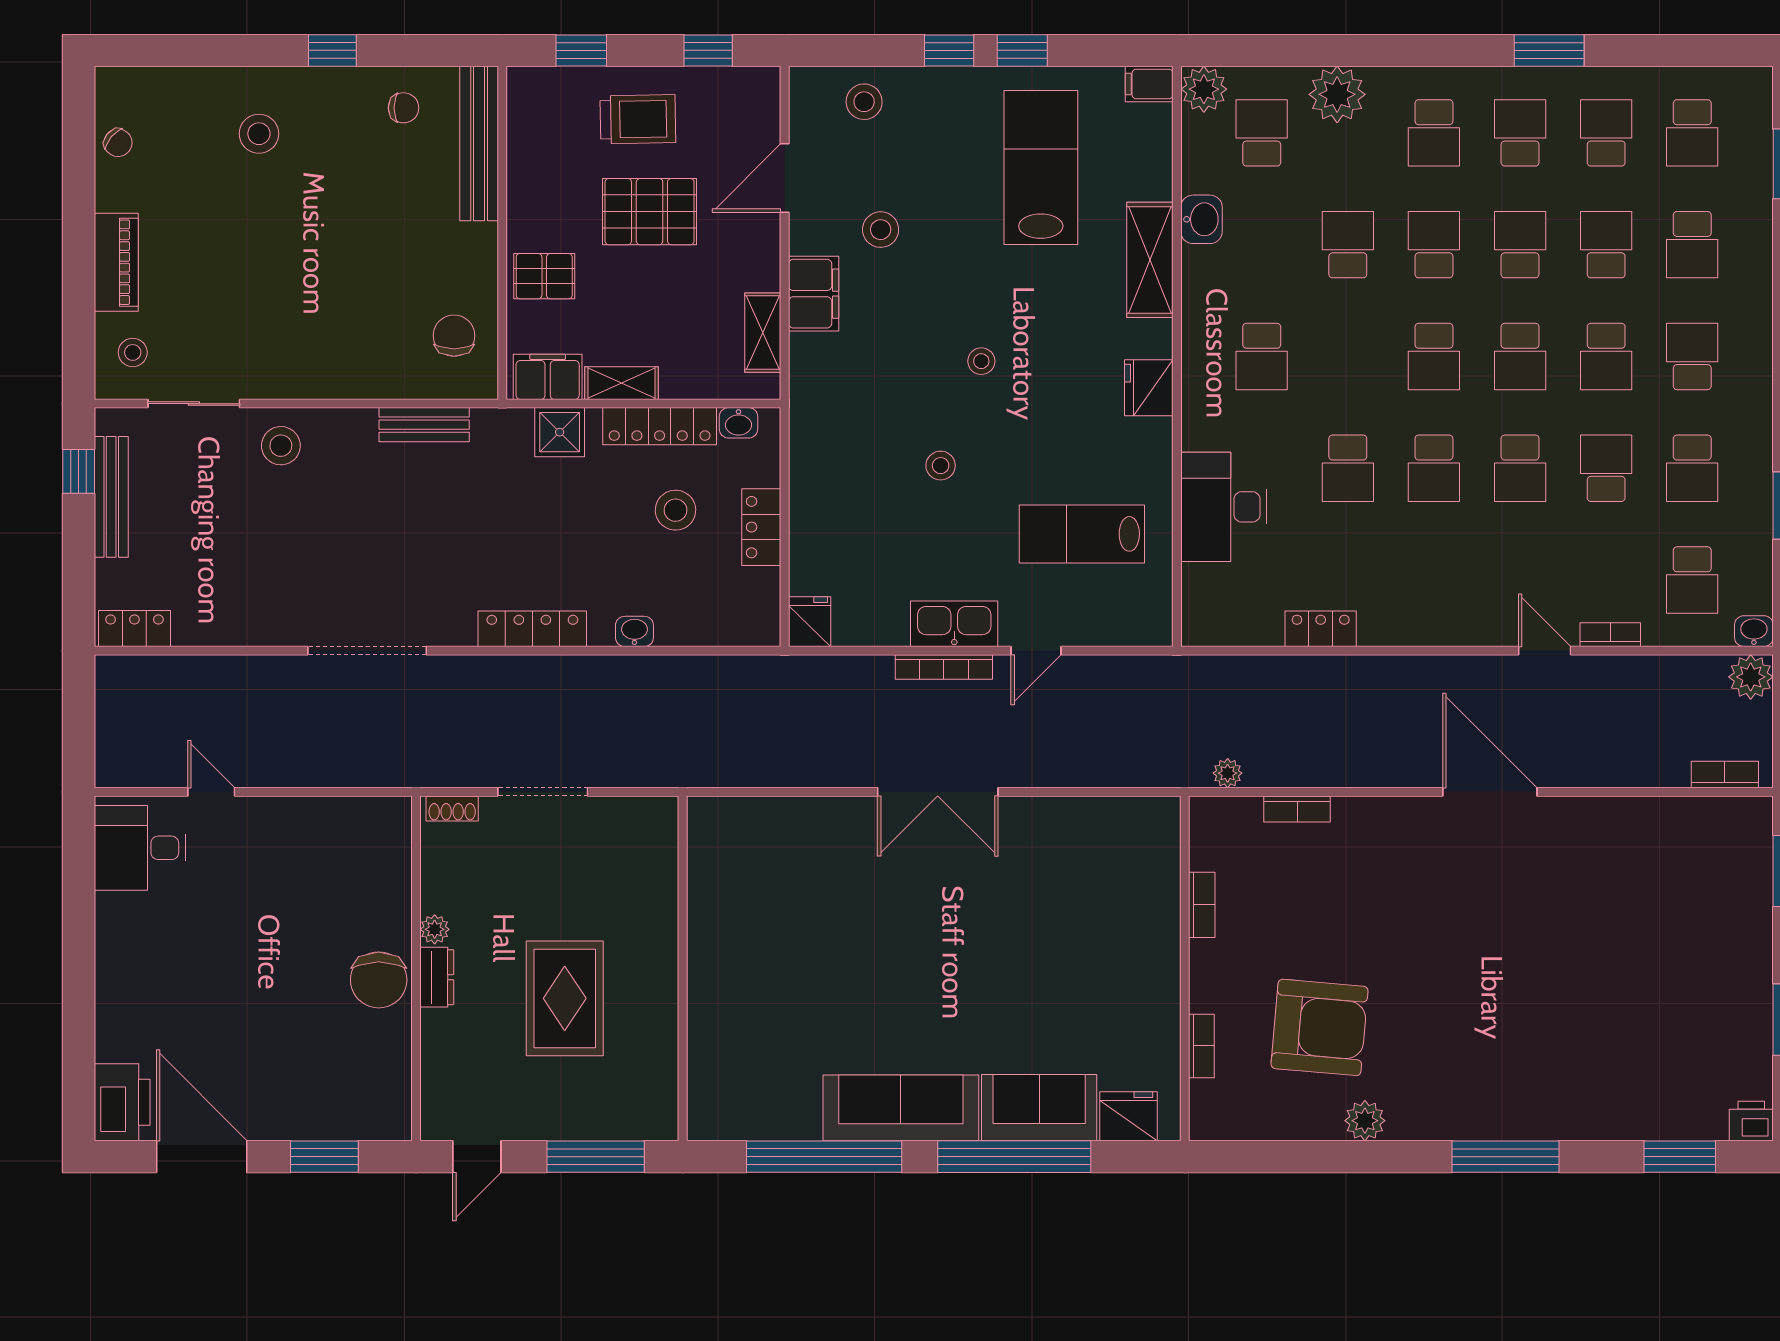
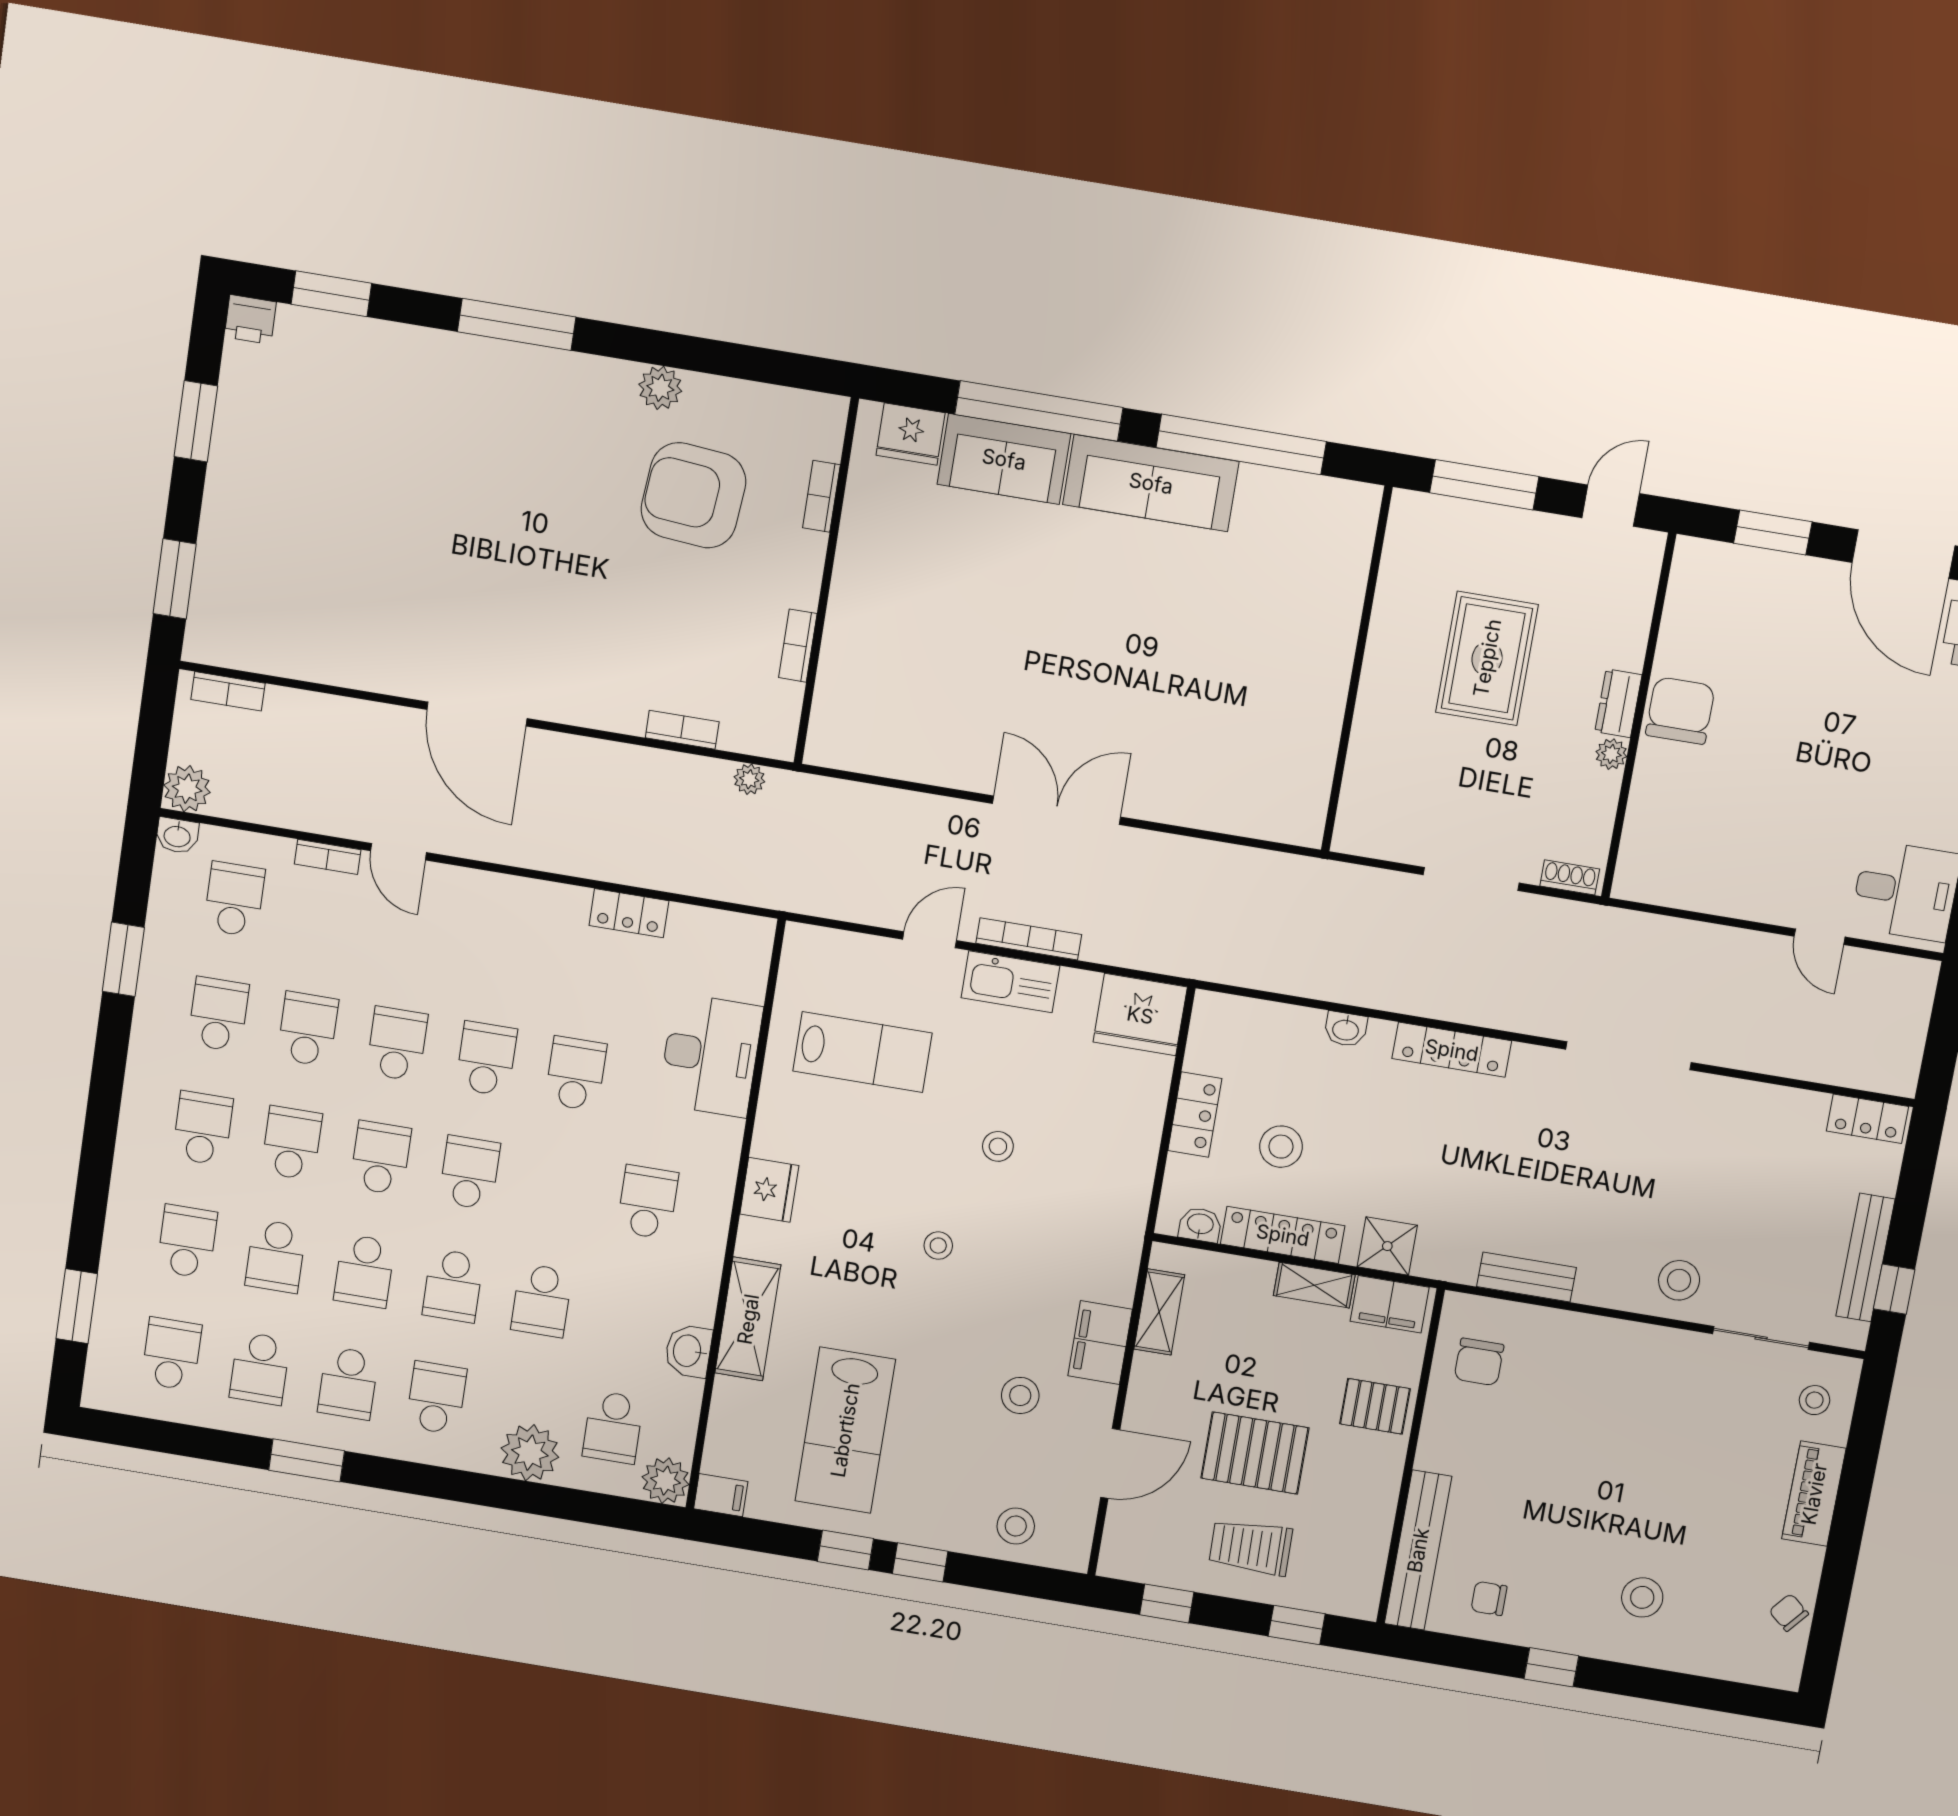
school desk: (1692, 356) -> (203, 1128), turned 180
school desk: (1606, 468) -> (308, 1029), turned 180
fridge: (810, 622) -> (1140, 1015), width x1.88, depth x1.34

